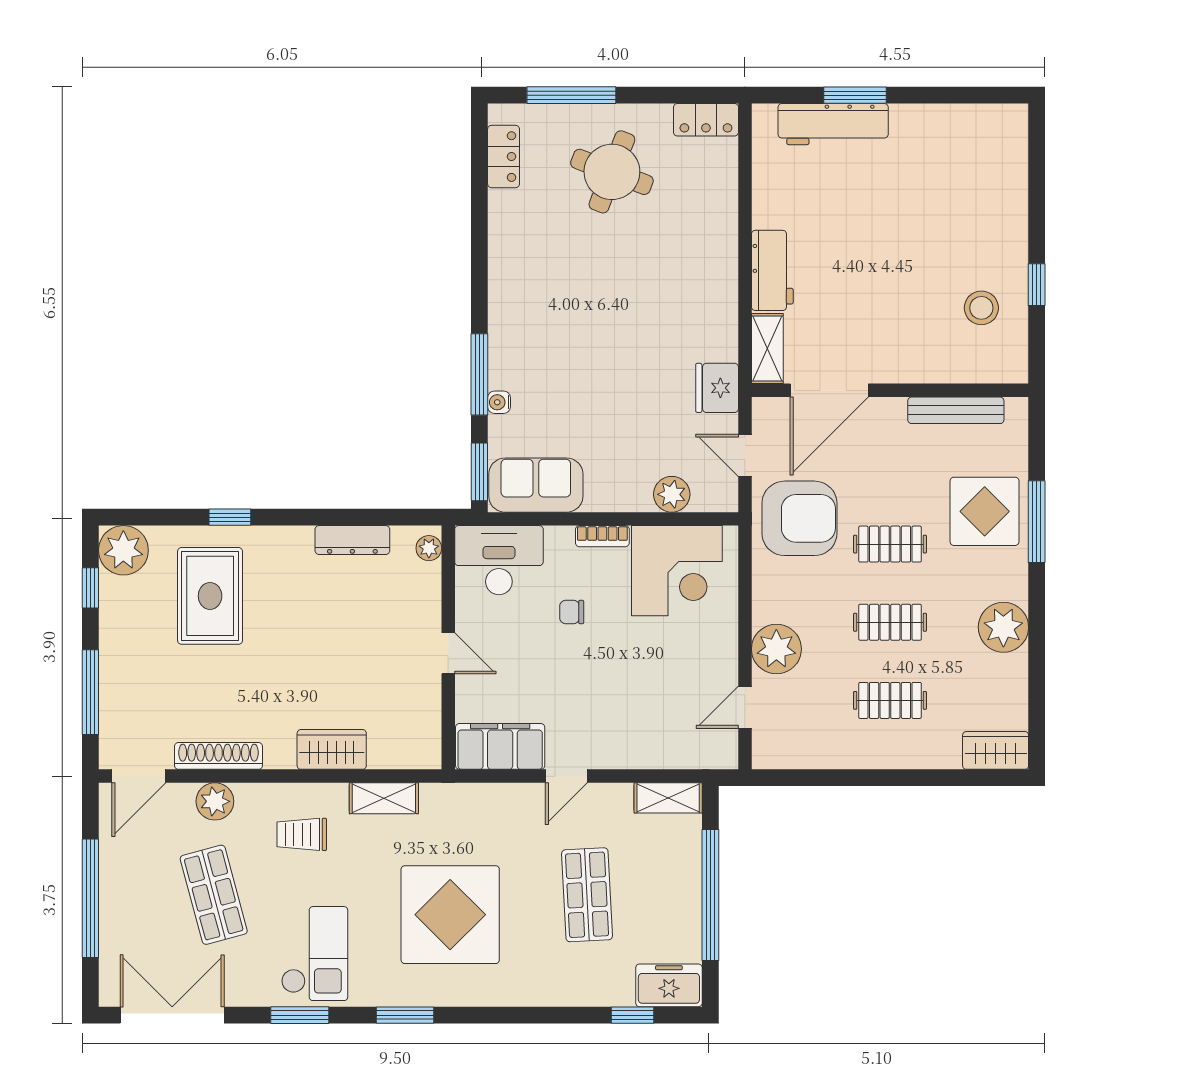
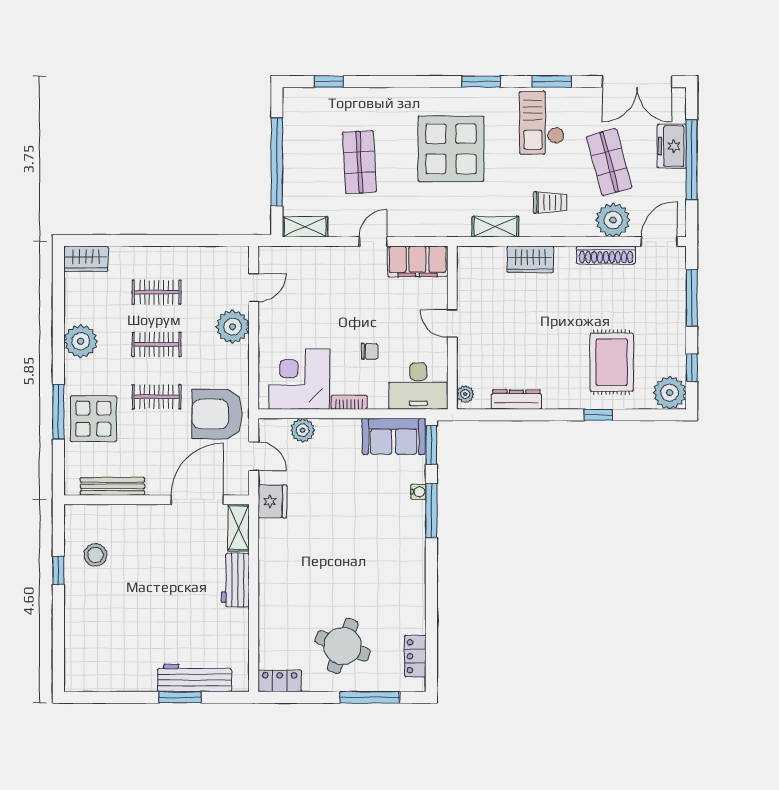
plant: (215, 801) -> (613, 220), width x1.36, depth x1.36
freezer: (669, 985) -> (672, 146), moved, turned 90

